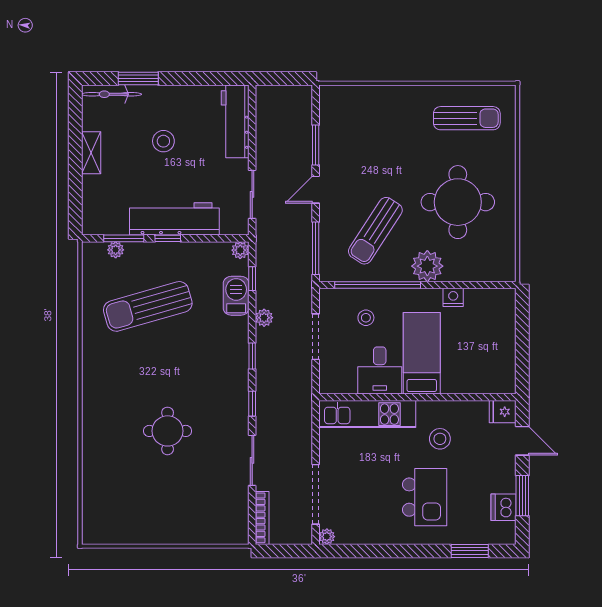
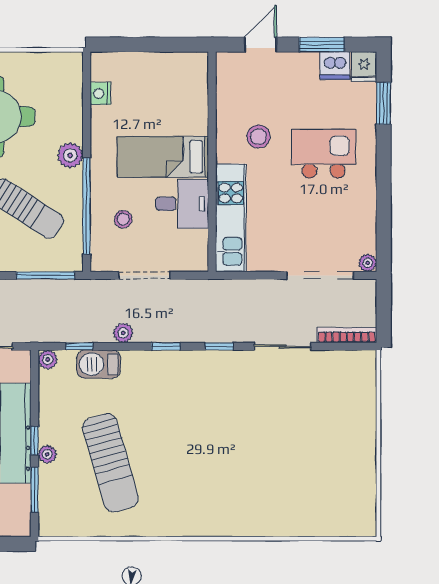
plant: (116, 250) -> (47, 454), moved
plant: (427, 266) -> (70, 155), width x0.73, depth x0.73
nightstand: (453, 297) -> (100, 93), moved
fridge: (503, 412) -> (364, 67), moved
round table: (168, 431) -> (250, 441), removed

